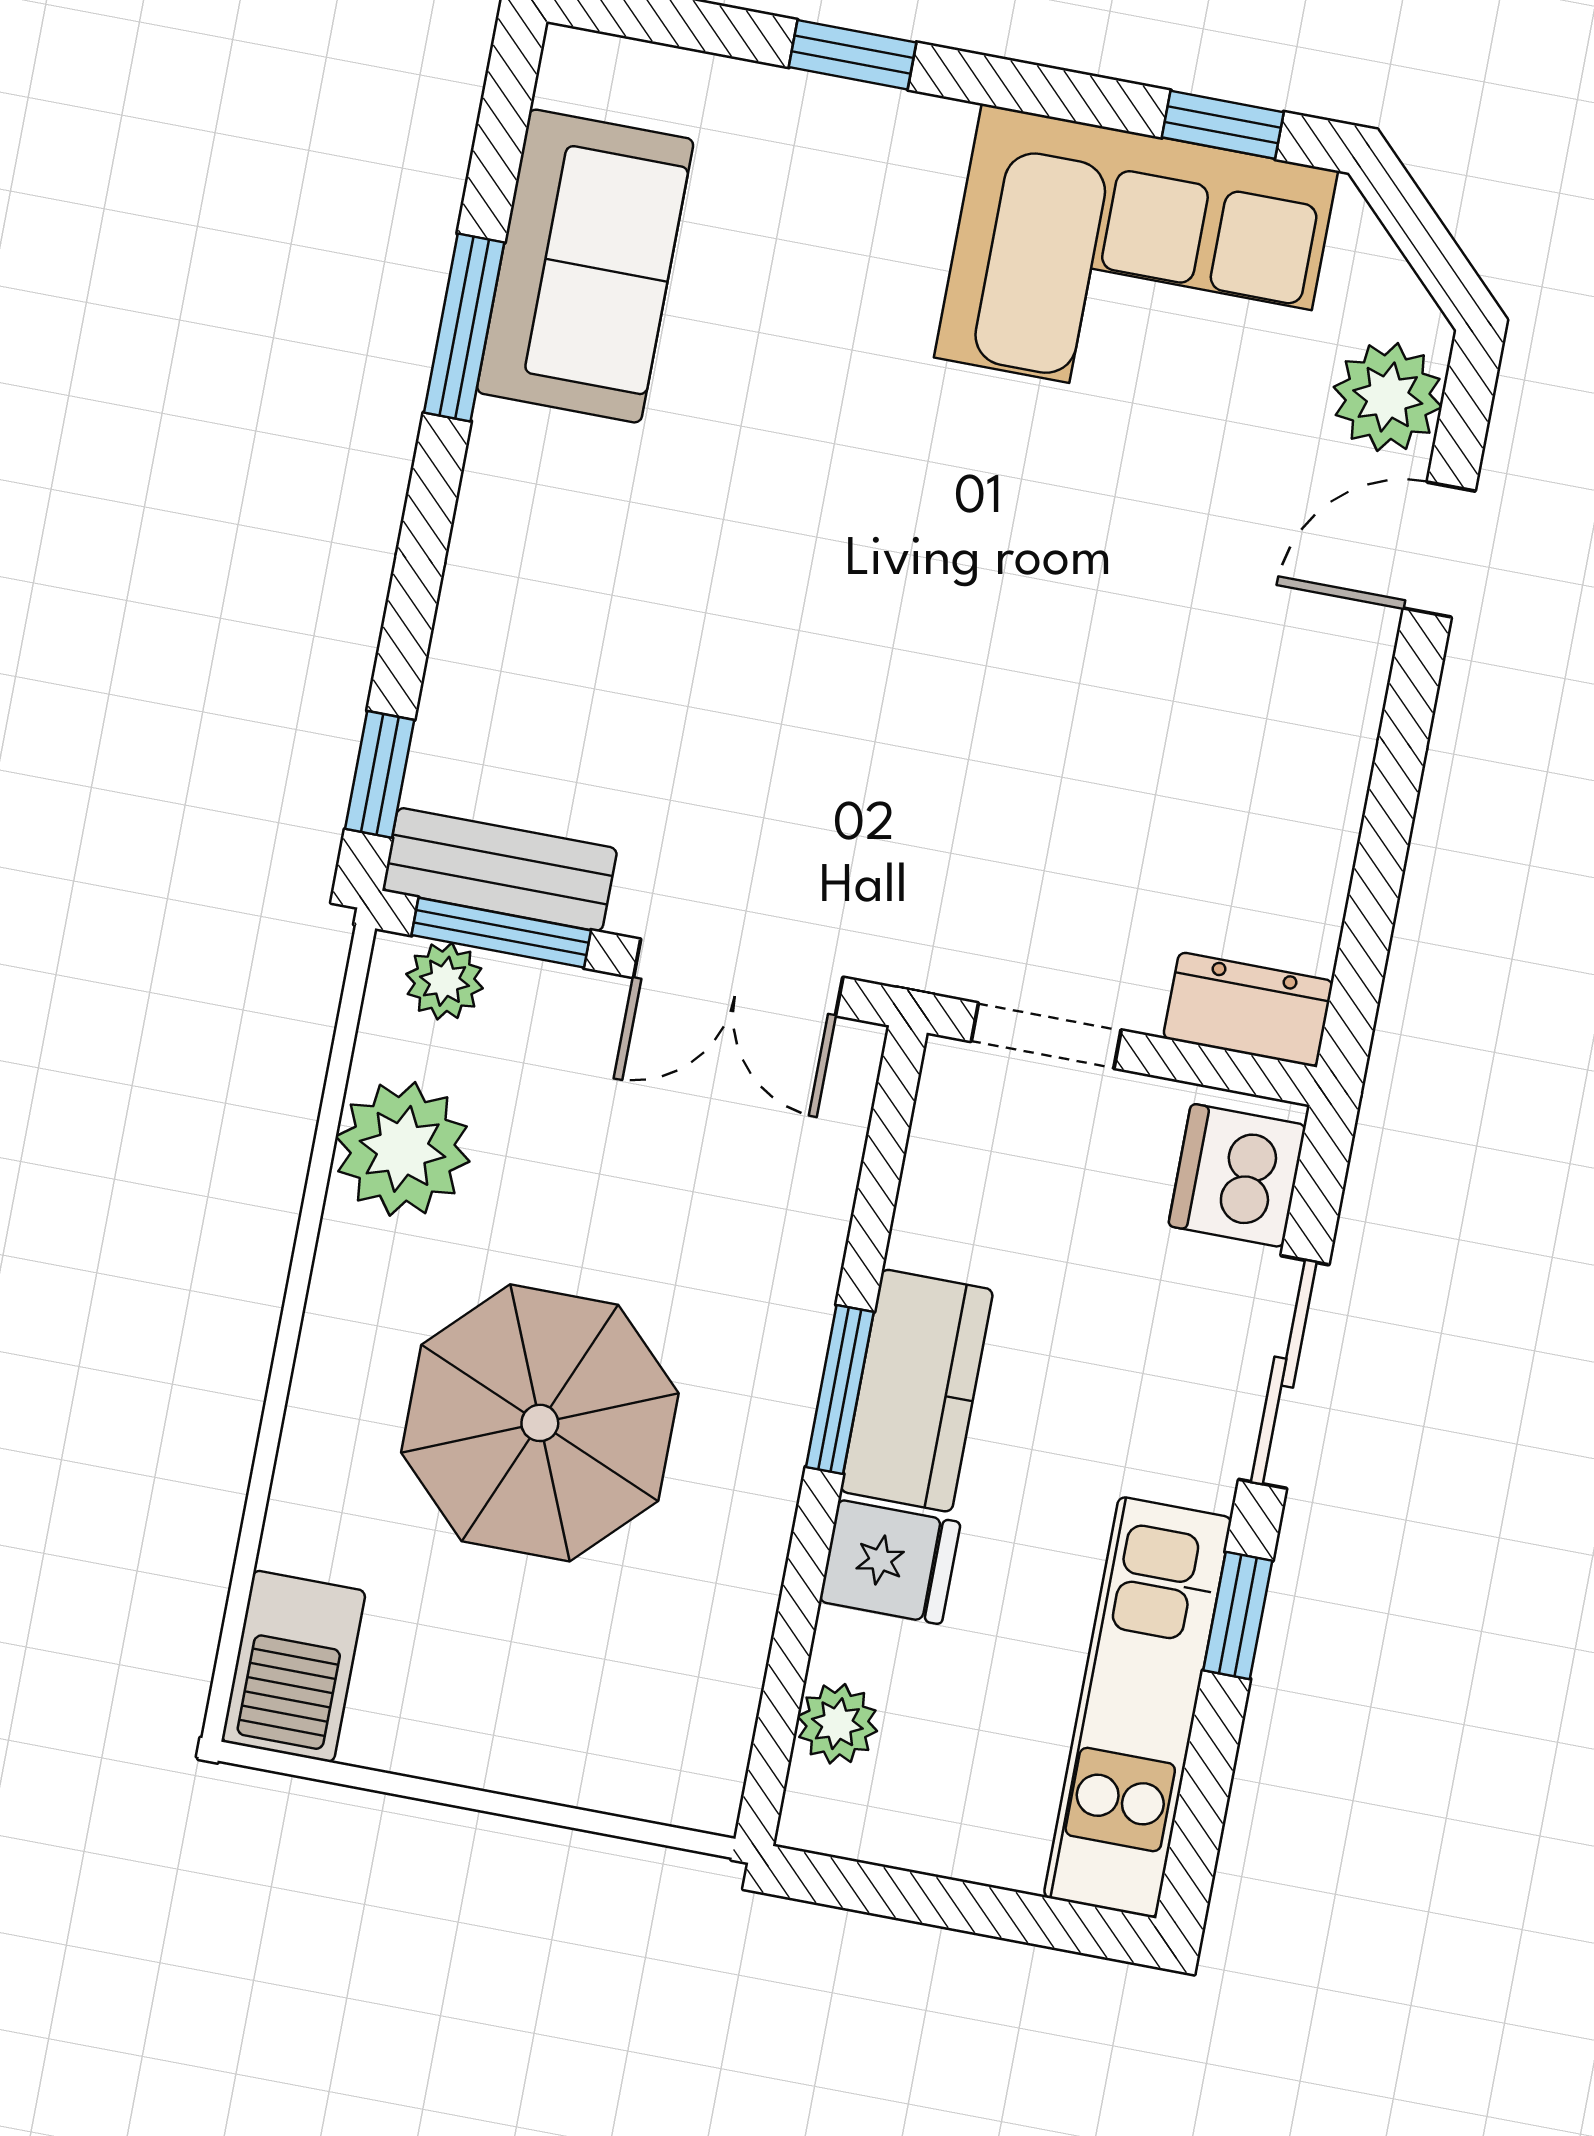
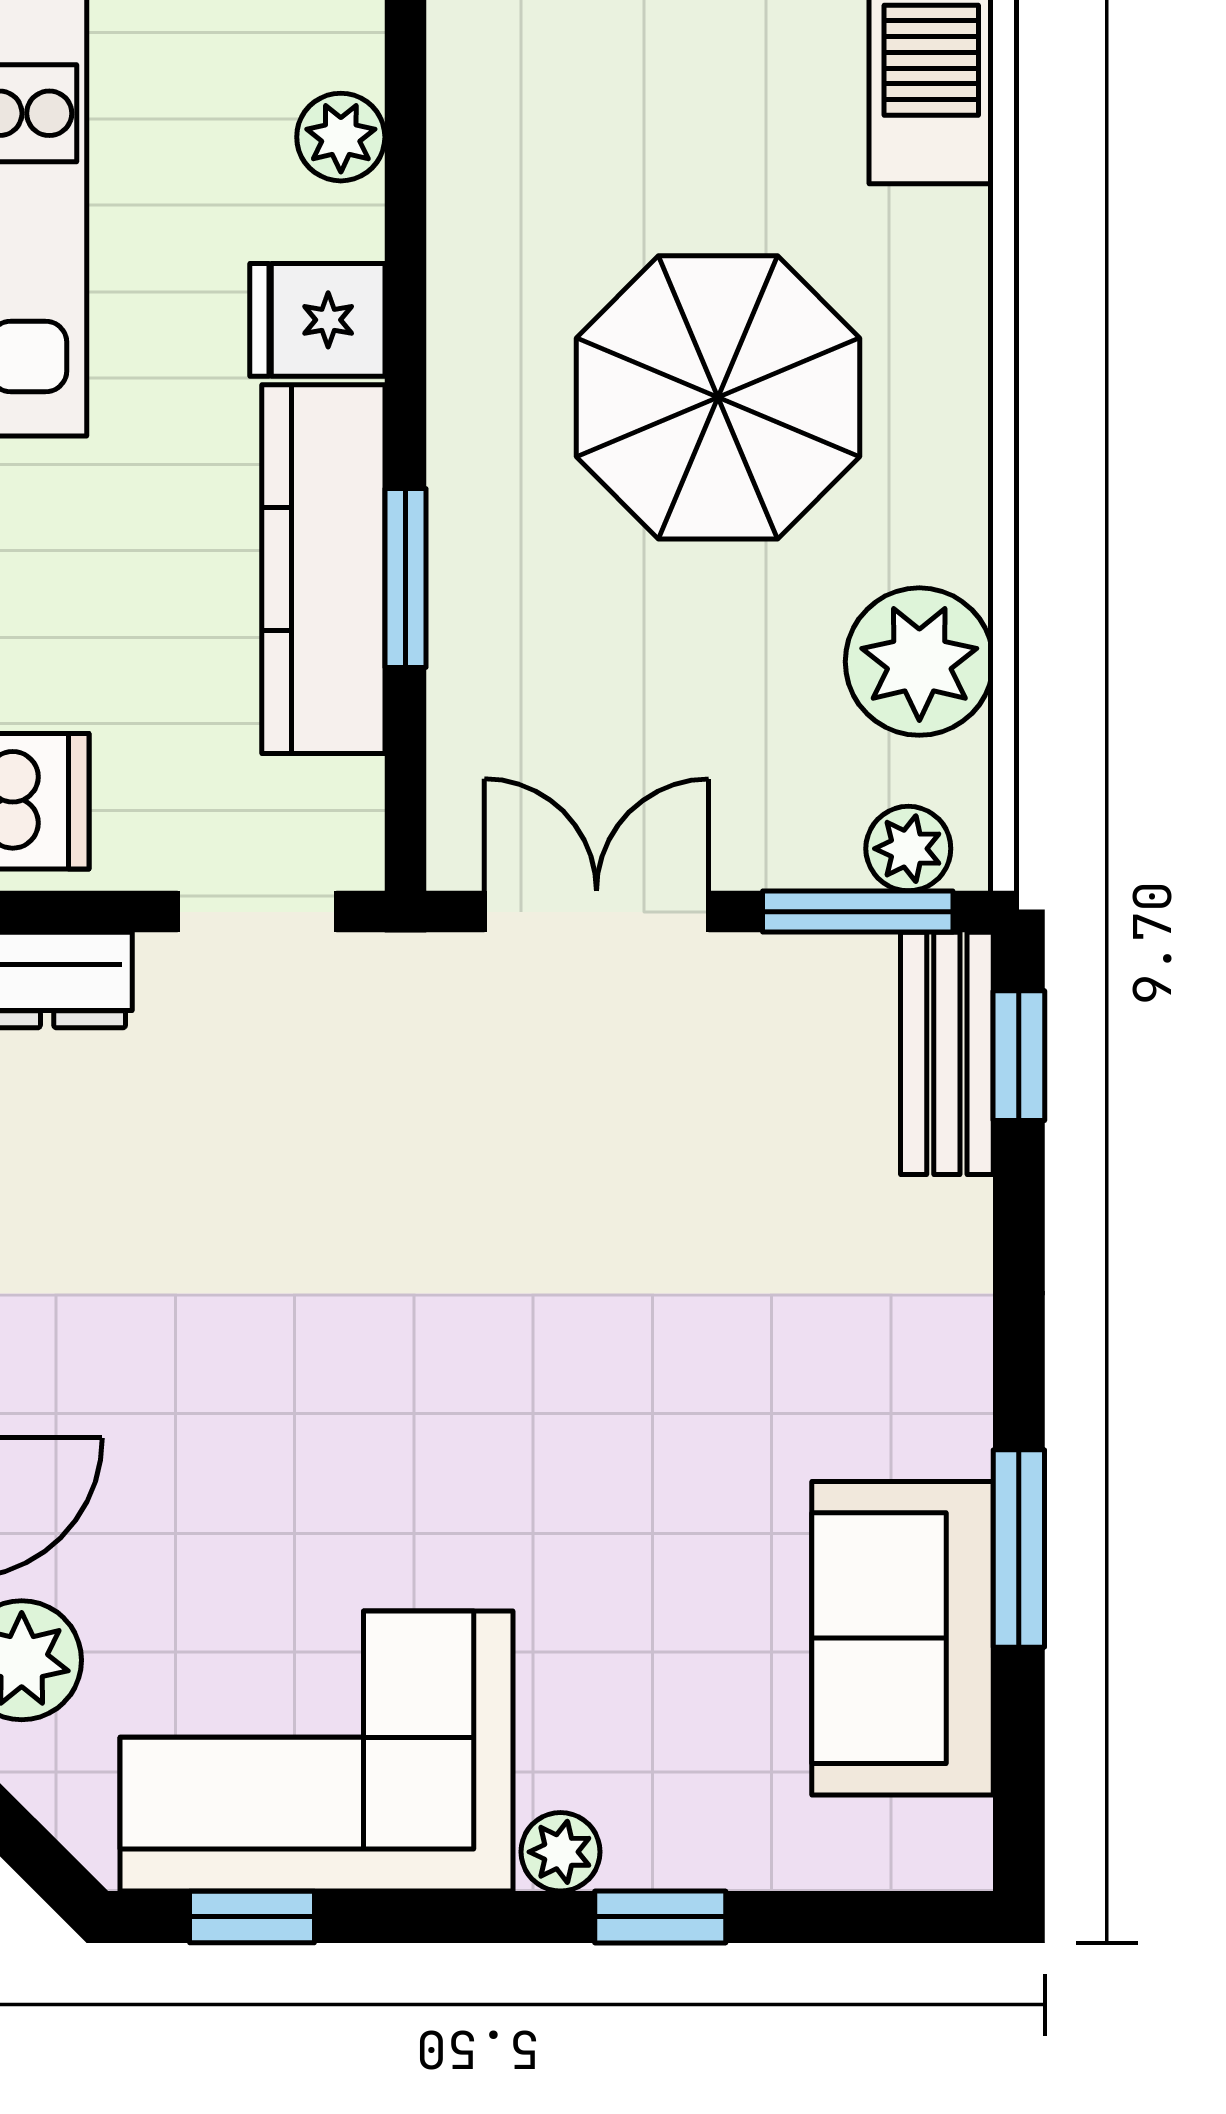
plant: (932, 131) -> (560, 1852), added
bench: (500, 870) -> (947, 1053), moved, turned 90
window: (840, 1389) -> (405, 578), moved
kitchen counter: (917, 1391) -> (323, 569), width x1.50

